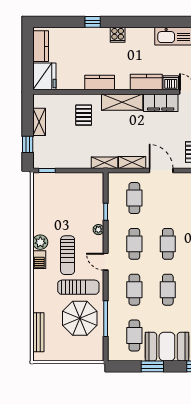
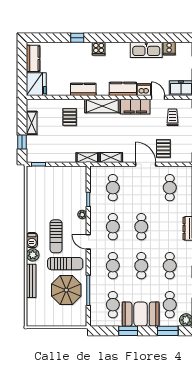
door: (161, 171) -> (146, 164), moved
plant: (40, 242) -> (33, 255), moved
bench: (38, 332) -> (31, 281), moved

